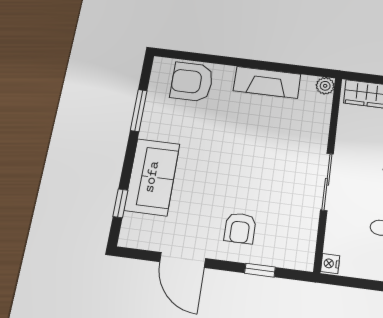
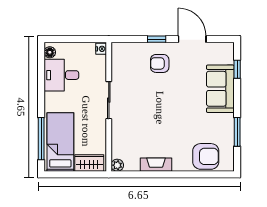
fireplace: (267, 82) -> (156, 165), width x0.73, depth x0.76
armchair: (240, 228) -> (160, 63), turned -90
window: (260, 270) -> (157, 39), moved

